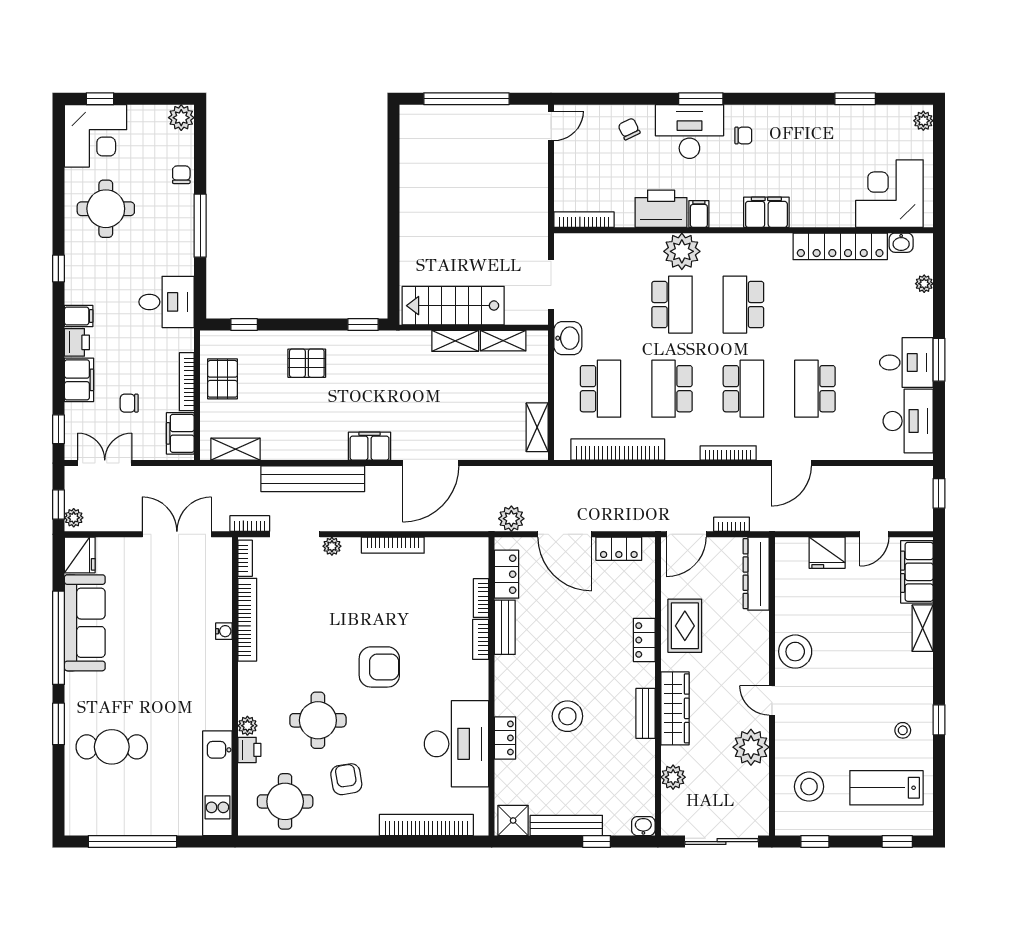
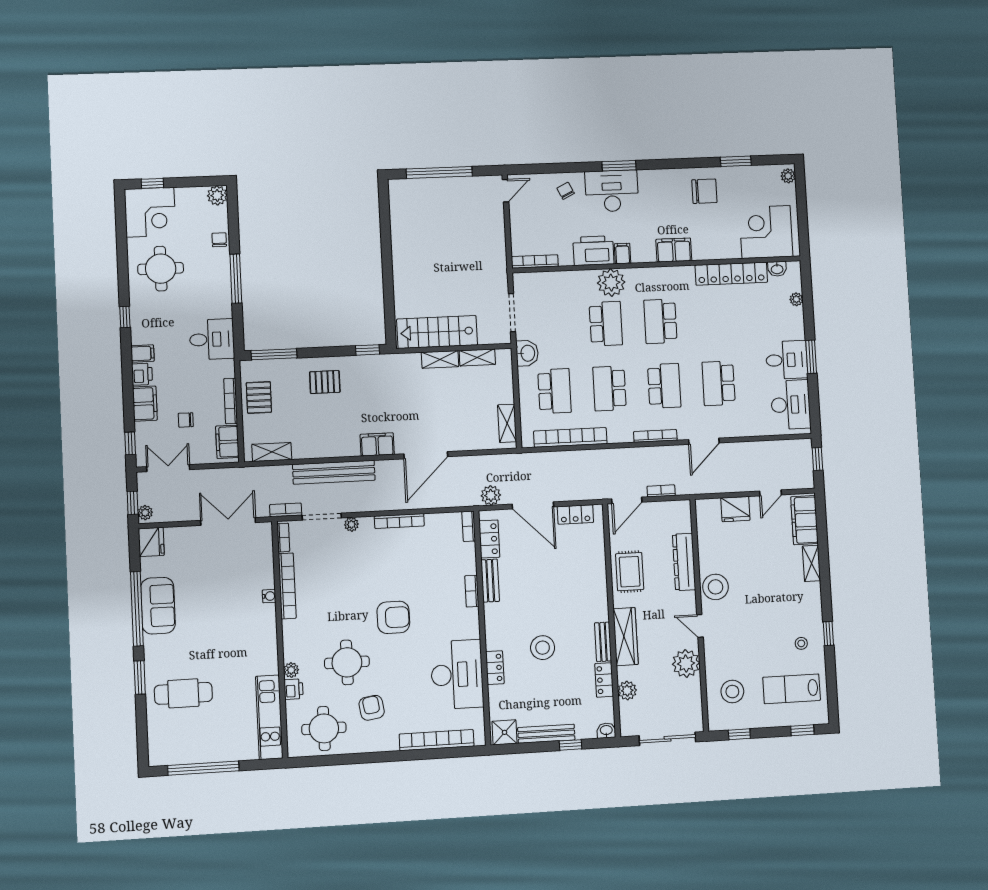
chair: (743, 135) -> (704, 191), moved, width x1.87, depth x1.87
window: (244, 325) -> (274, 354), width x2.17
dresser: (756, 574) -> (684, 562), moved
bookcase: (481, 598) -> (469, 526), moved
sofa: (85, 623) -> (158, 606), width x0.73
locker: (644, 640) -> (604, 680), moved

